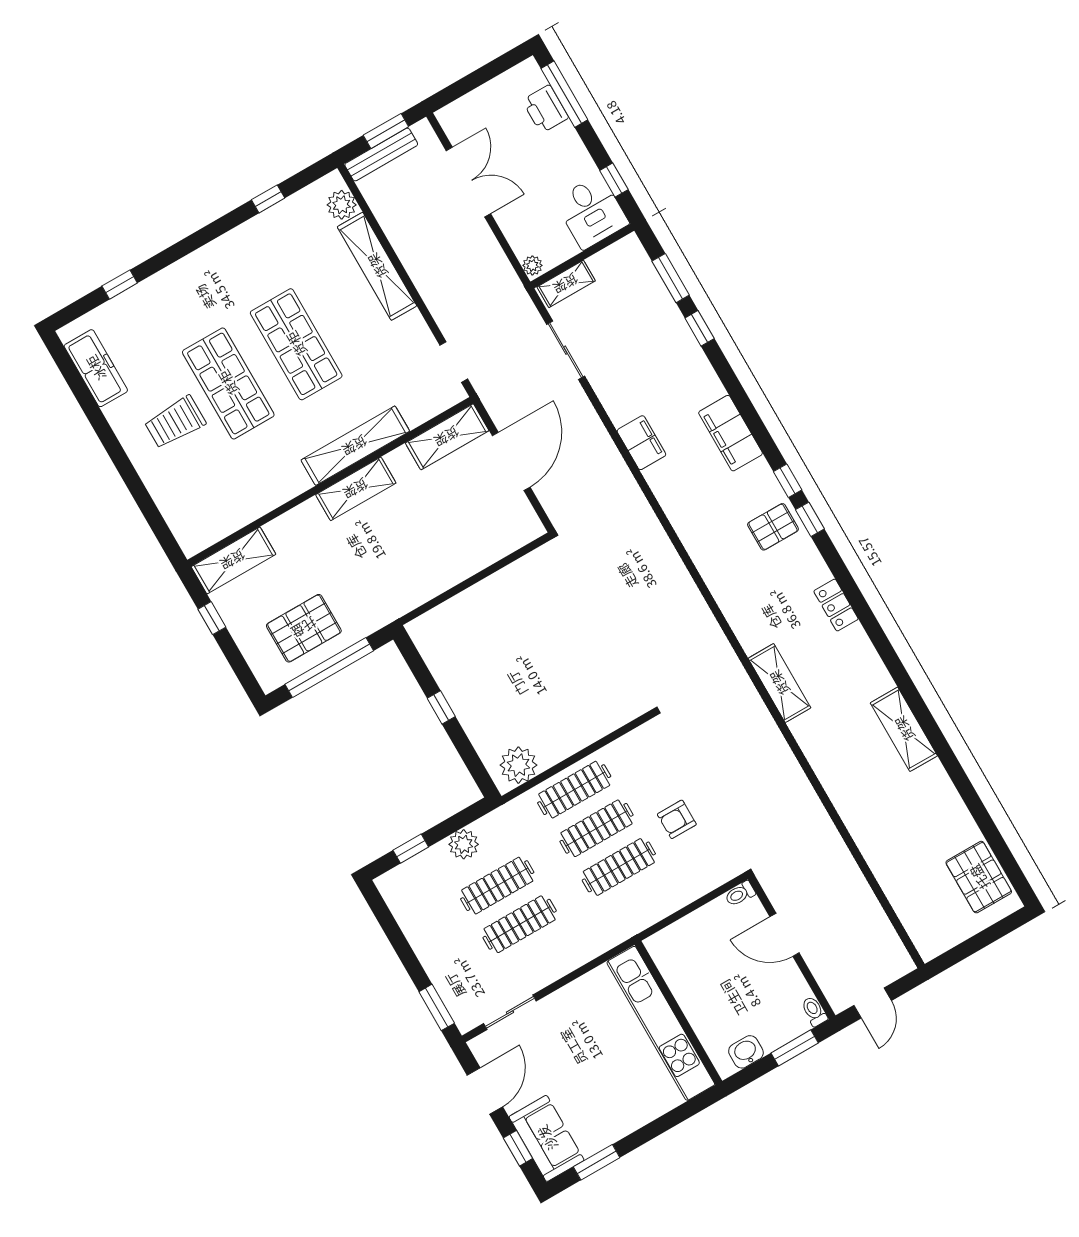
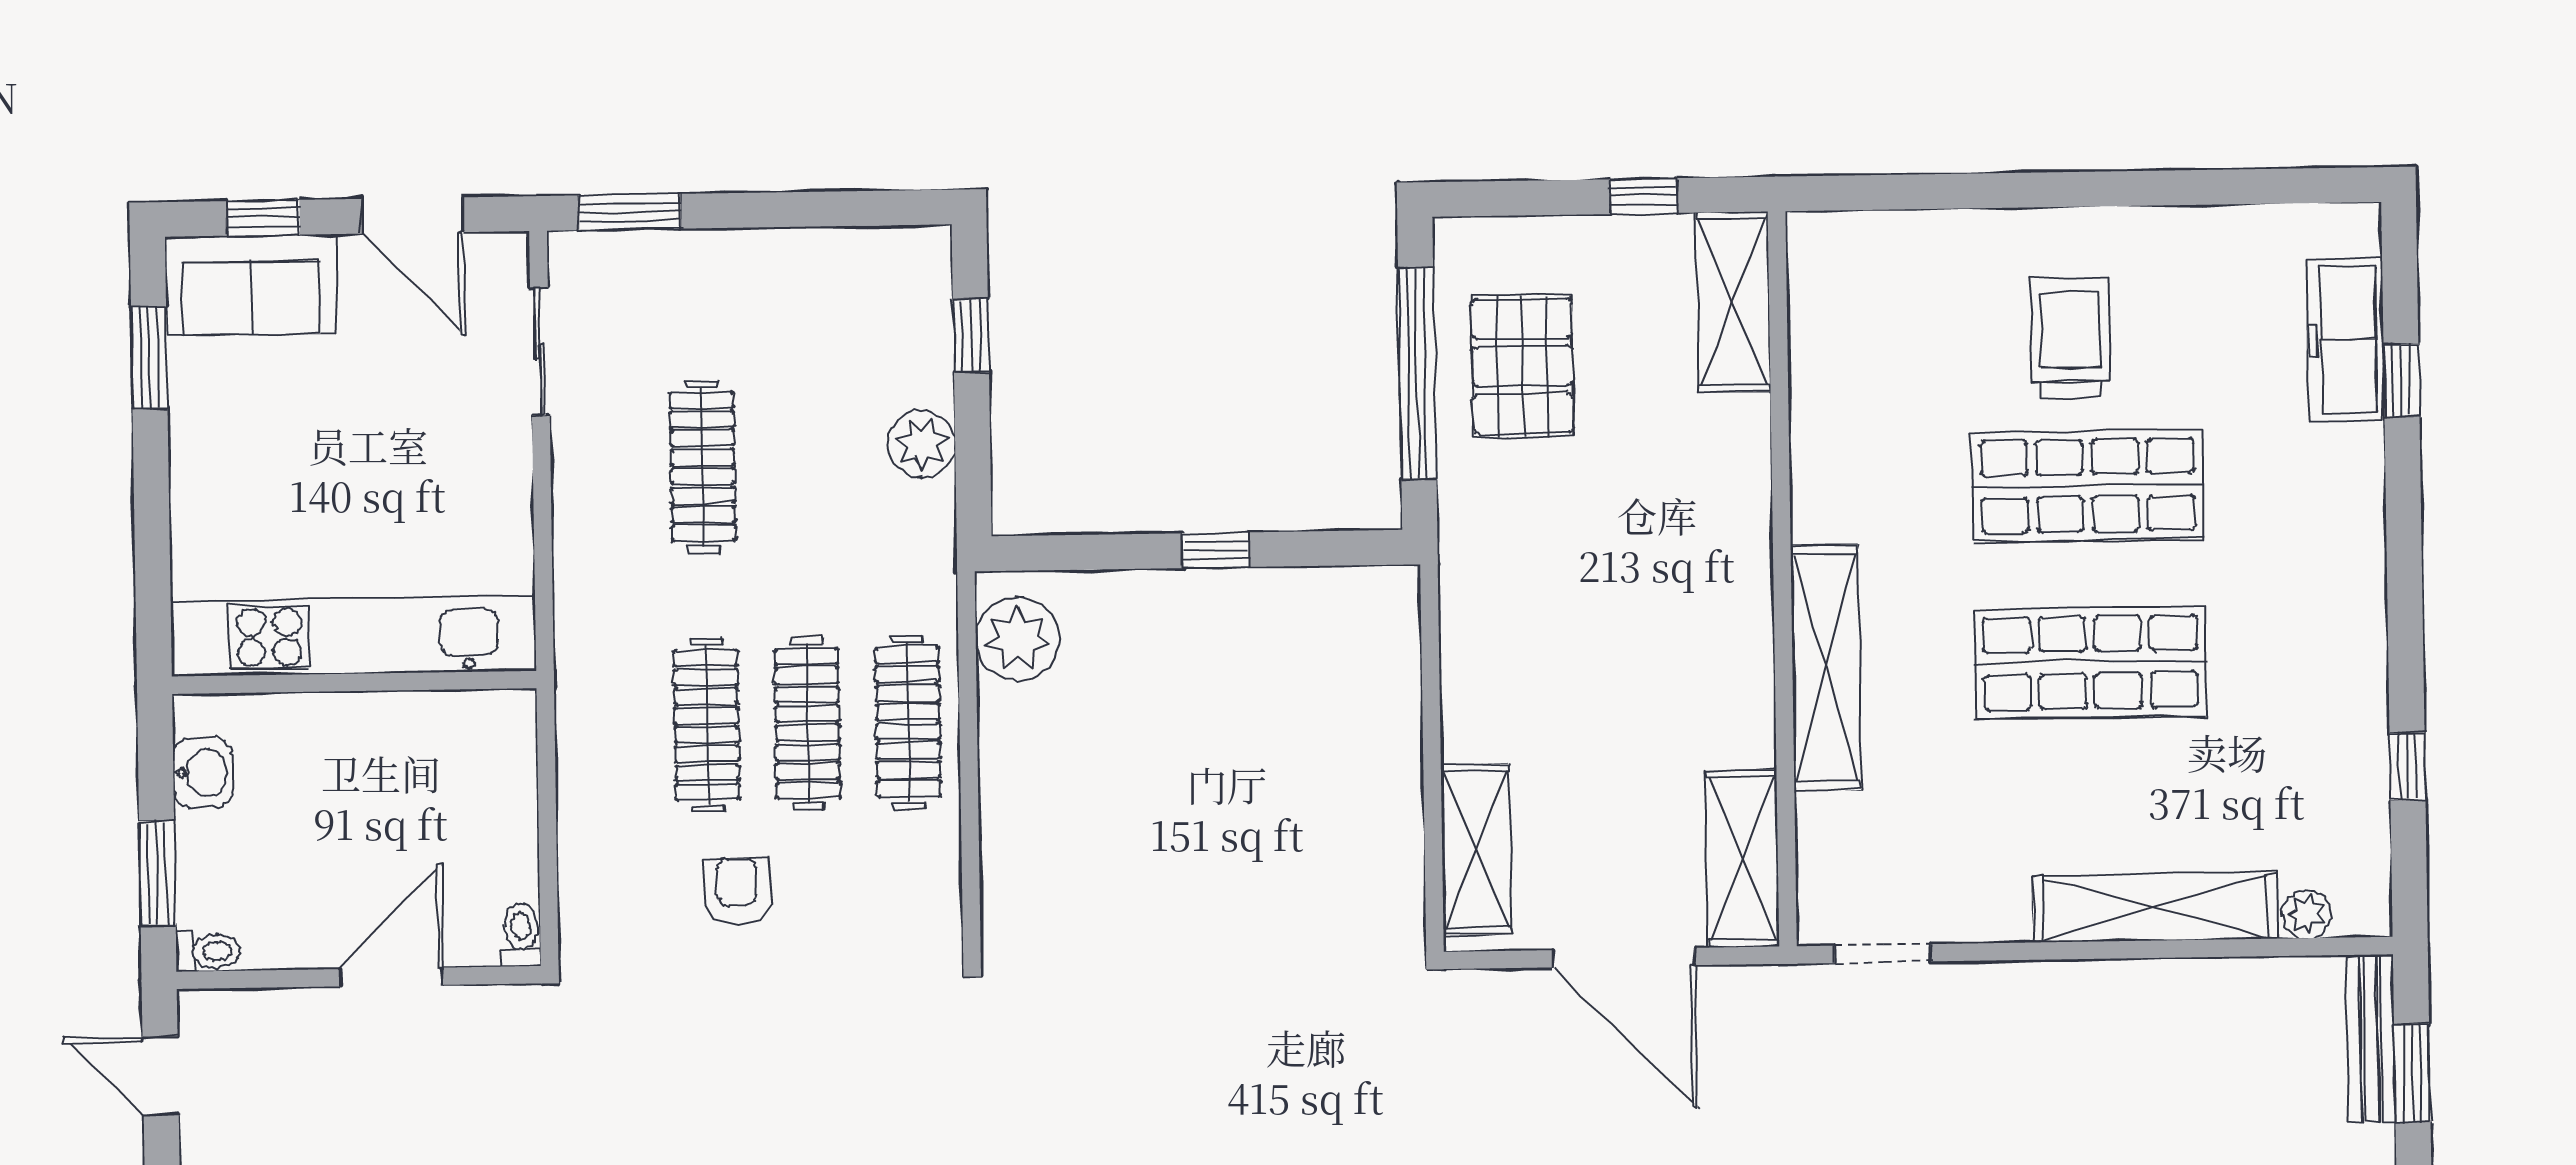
plant: (342, 205) -> (2306, 914), width x0.73, depth x0.73
freezer: (96, 368) -> (2346, 340), moved, turned 90
shelving: (356, 489) -> (1476, 849), moved
clothes rail: (497, 886) -> (803, 465), removed

